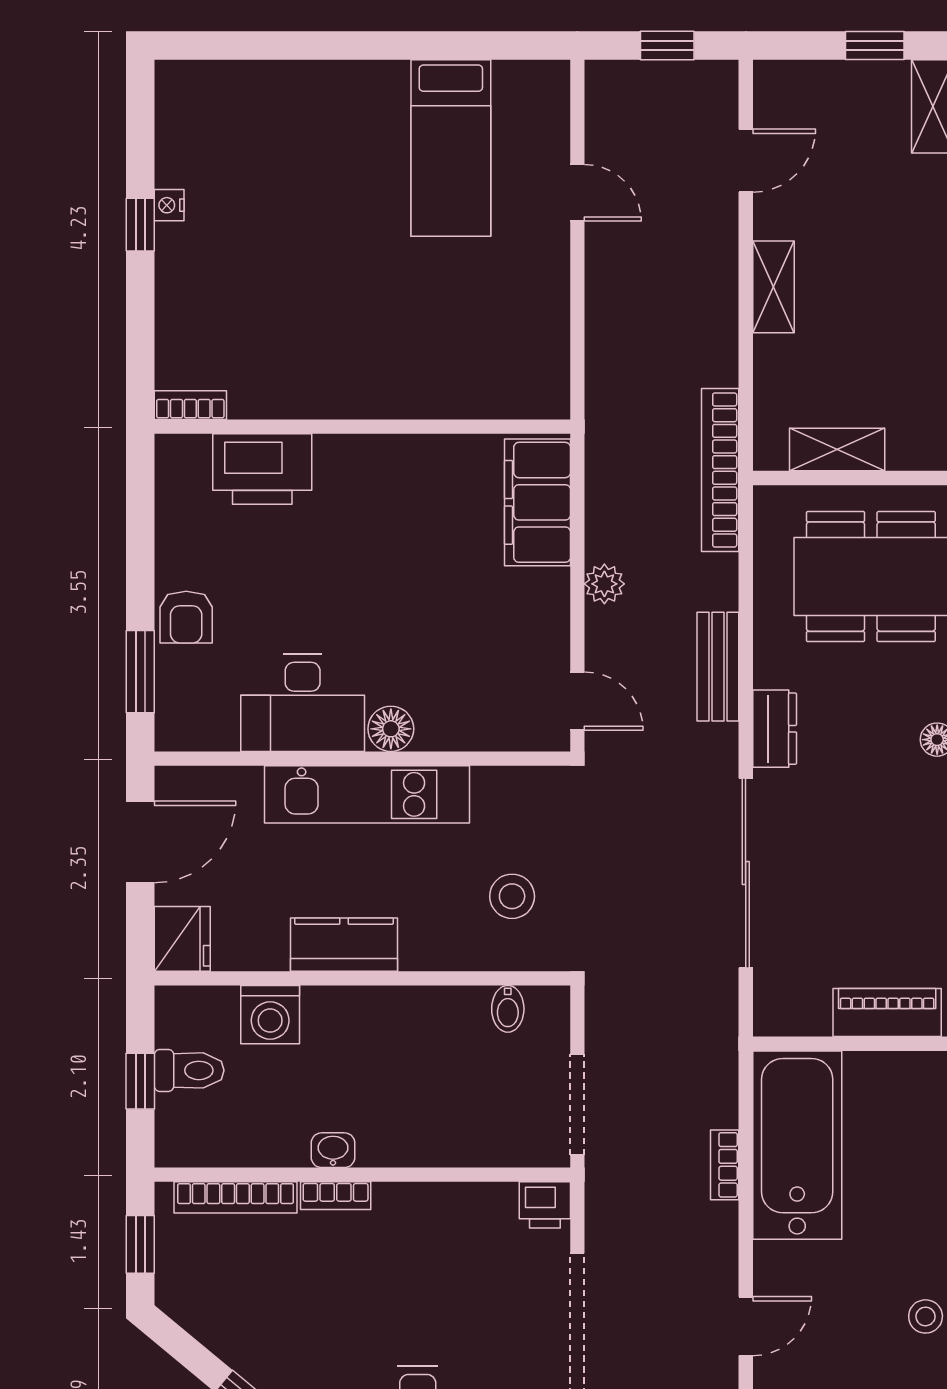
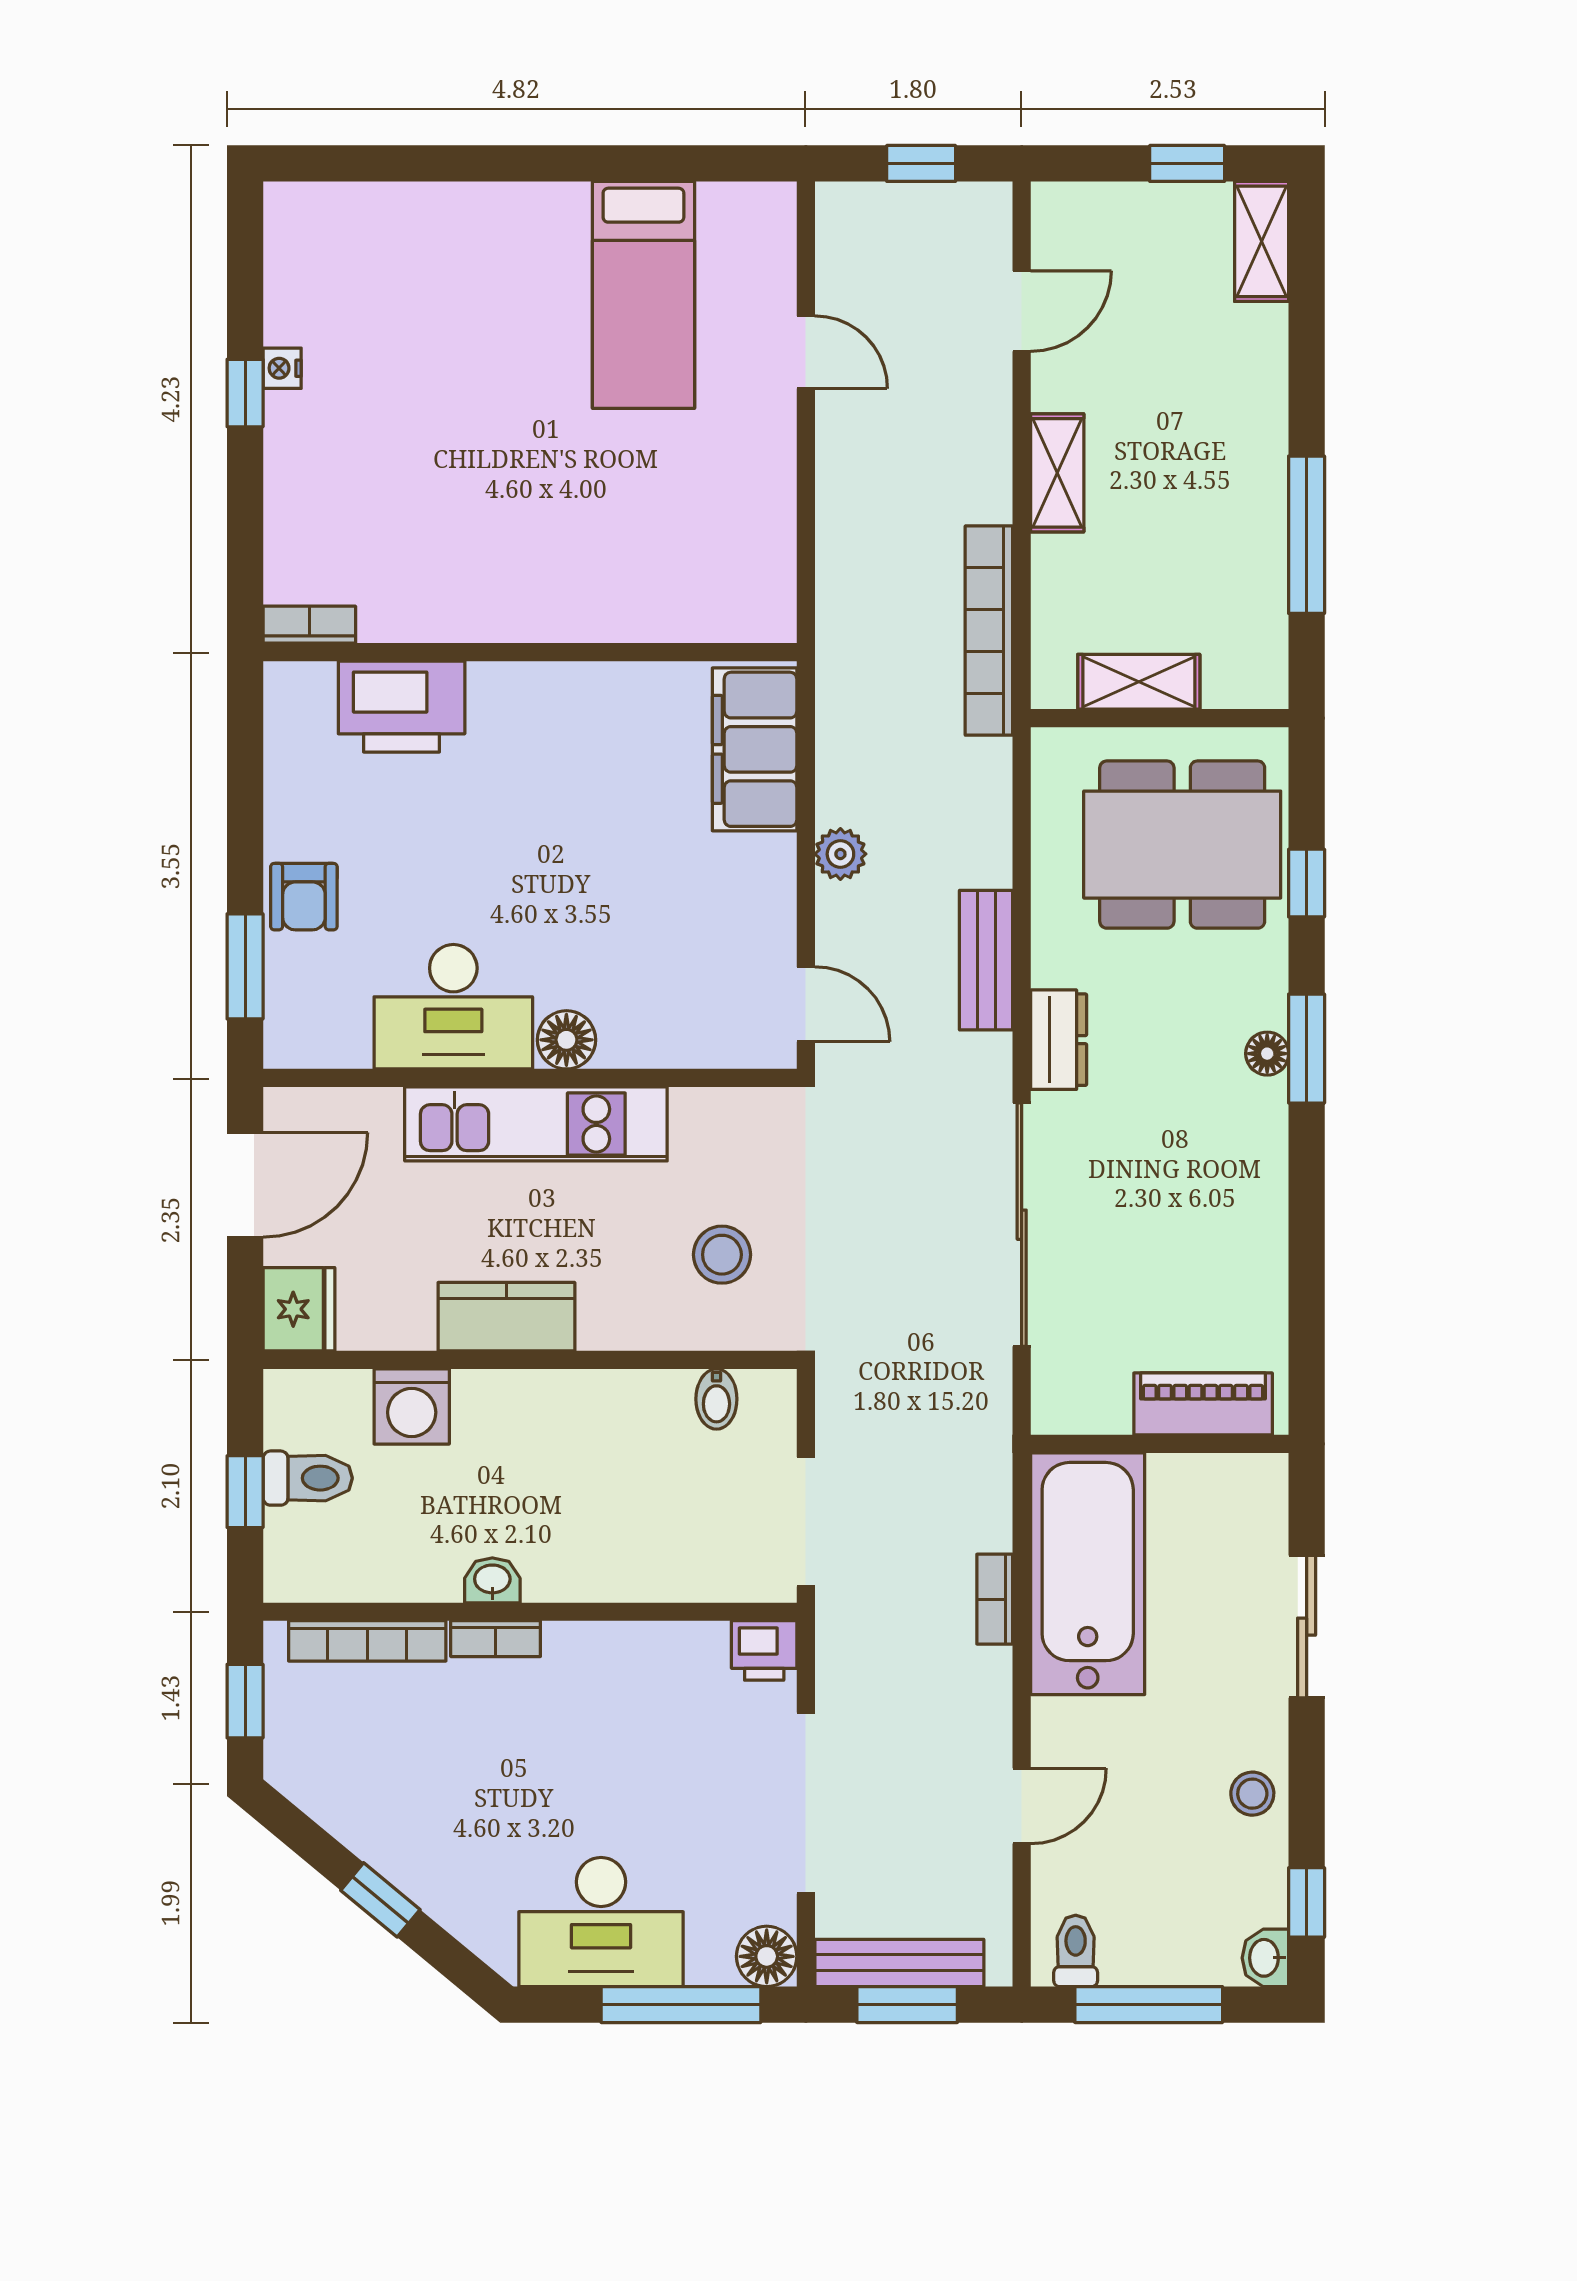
bookcase: (720, 470) -> (989, 631), moved

